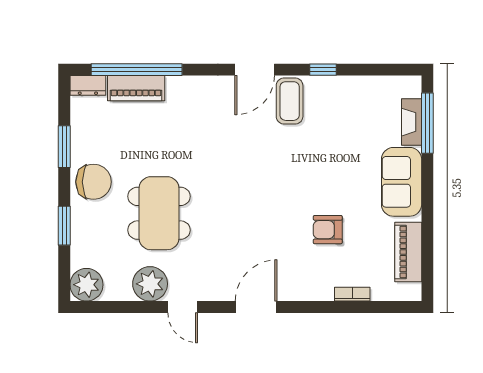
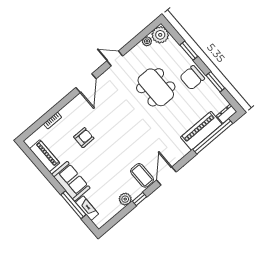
plant: (344, 87) -> (125, 199), added
piano: (136, 88) -> (201, 131), width x1.37, depth x1.33
window: (427, 123) -> (73, 205), moved
plant: (150, 284) -> (147, 41), moved, width x0.53, depth x0.53

